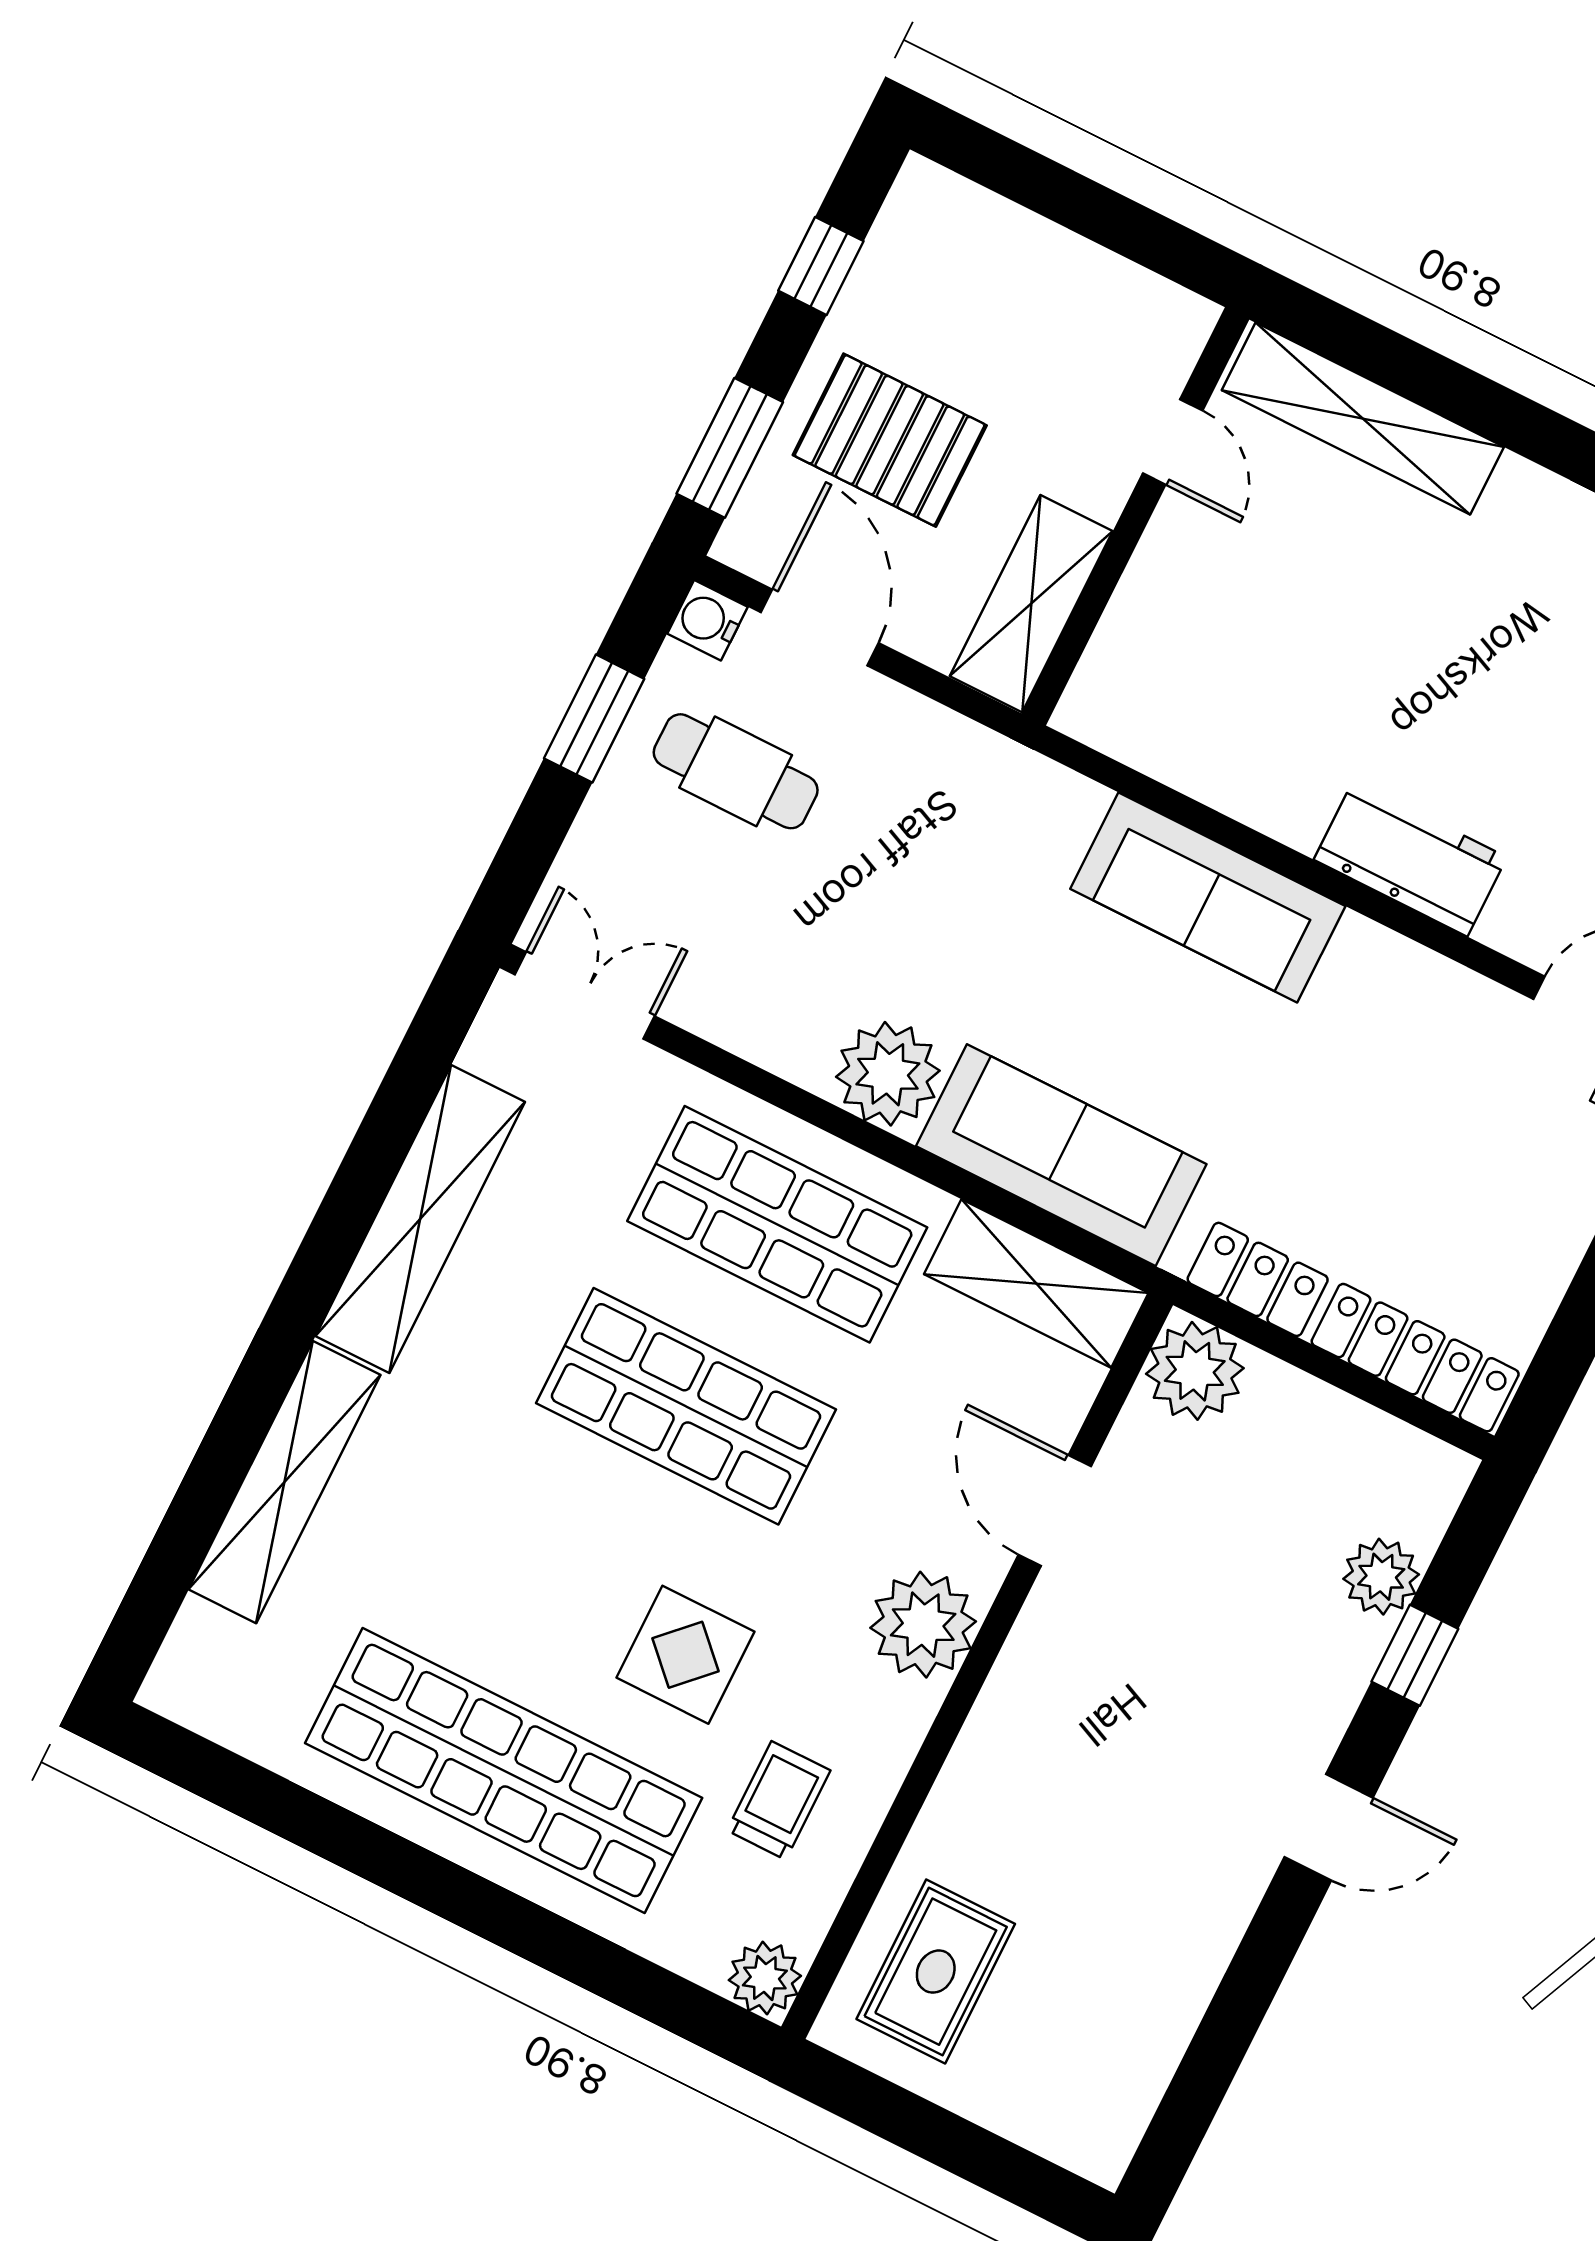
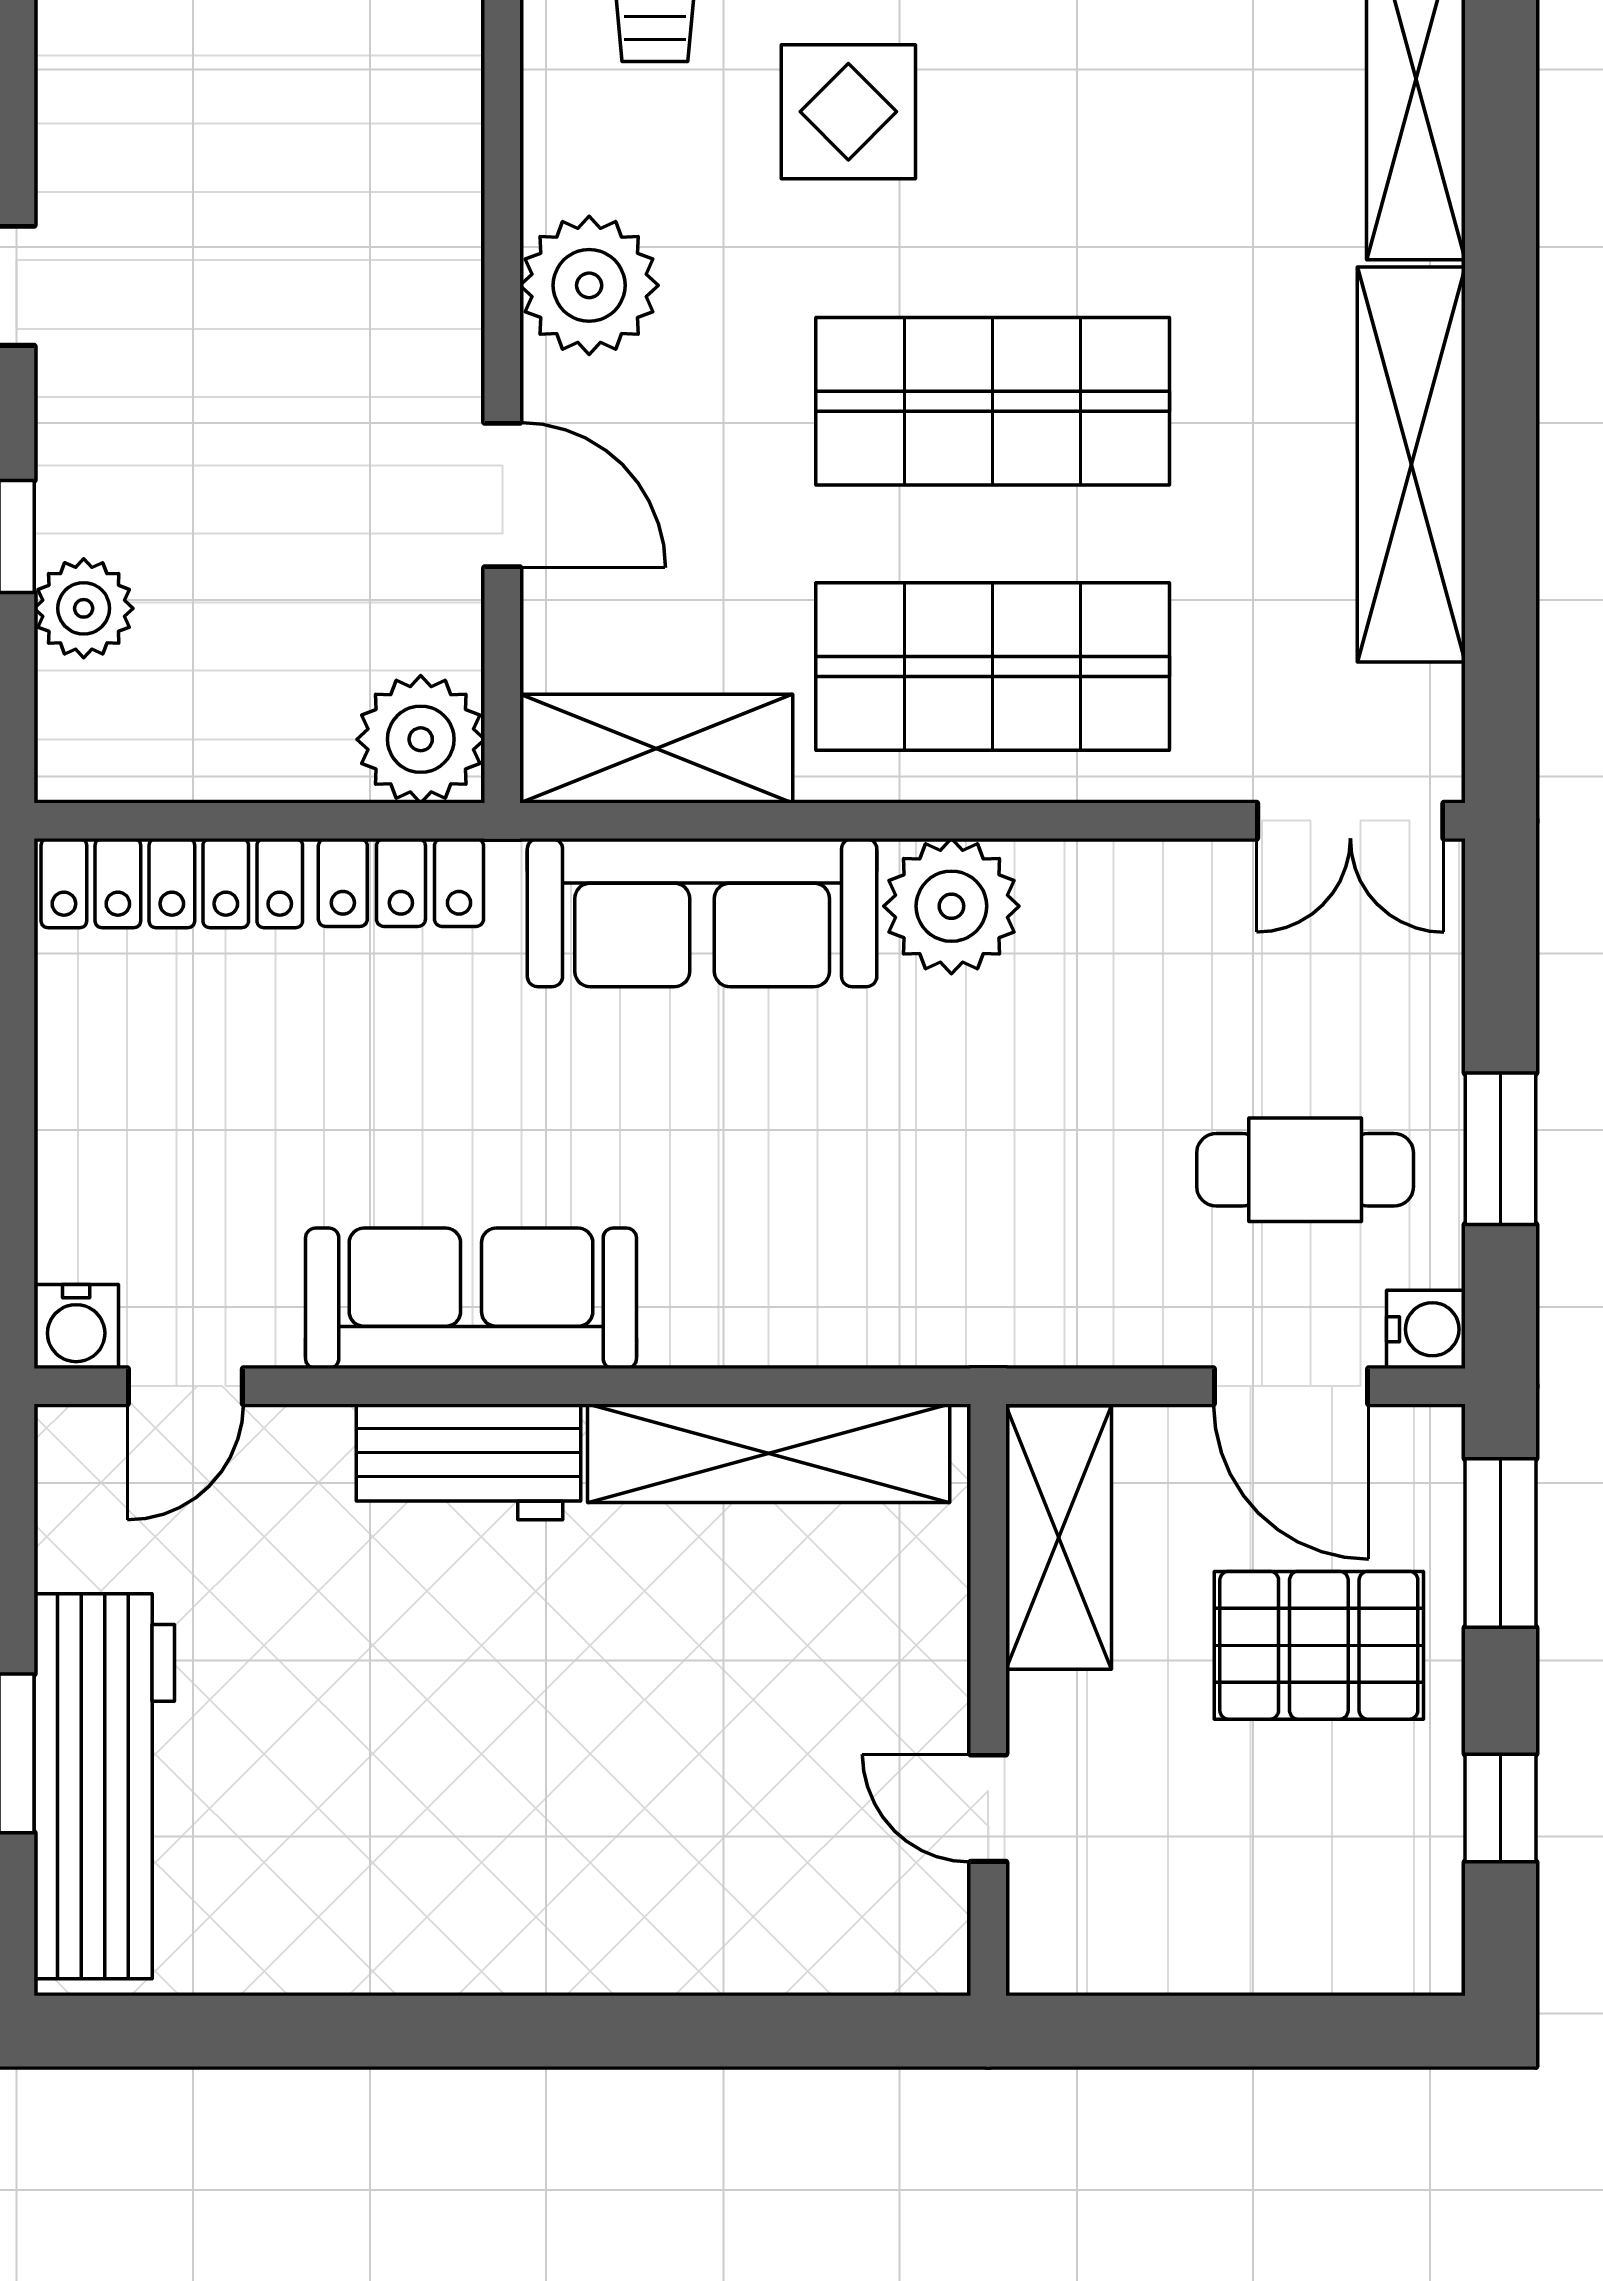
shelving: (1363, 418) -> (769, 1453), moved
sofa: (1208, 897) -> (471, 1298), moved

